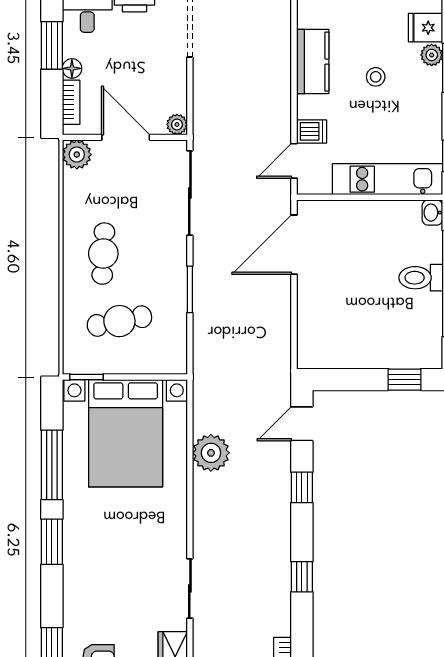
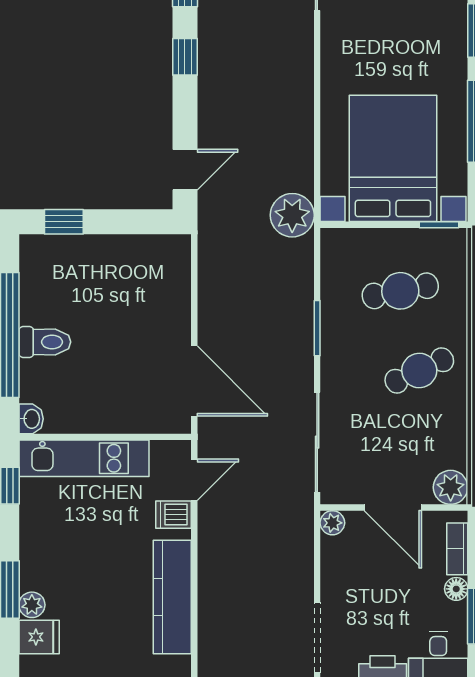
kitchen counter: (313, 62) -> (172, 597), width x1.50
stool: (376, 77) -> (98, 579), removed
door: (294, 245) -> (194, 381), hinge flipped
cafe table: (103, 254) -> (419, 370), turned 62
plant: (211, 453) -> (292, 215), moved
window: (302, 487) -> (185, 57), moved

